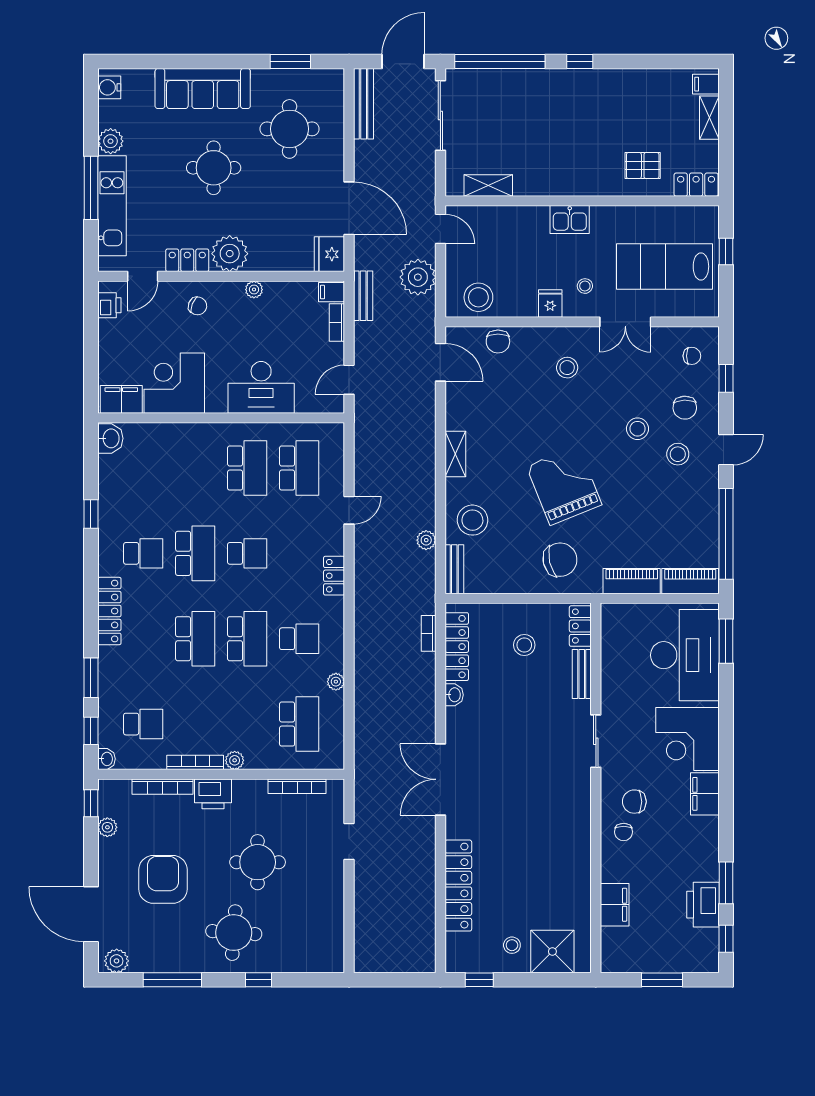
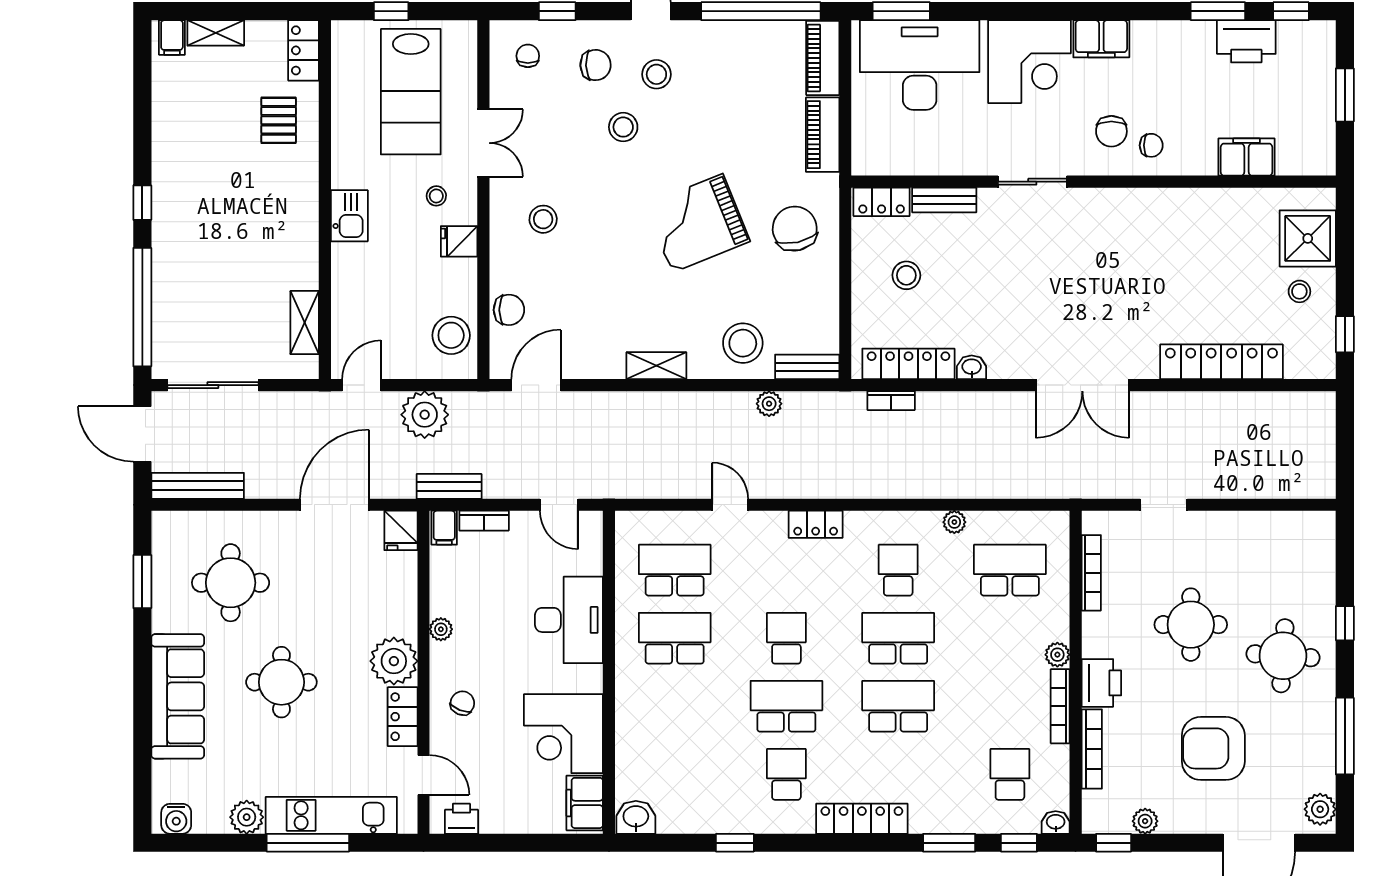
fridge: (329, 254) -> (401, 530), width x0.72

